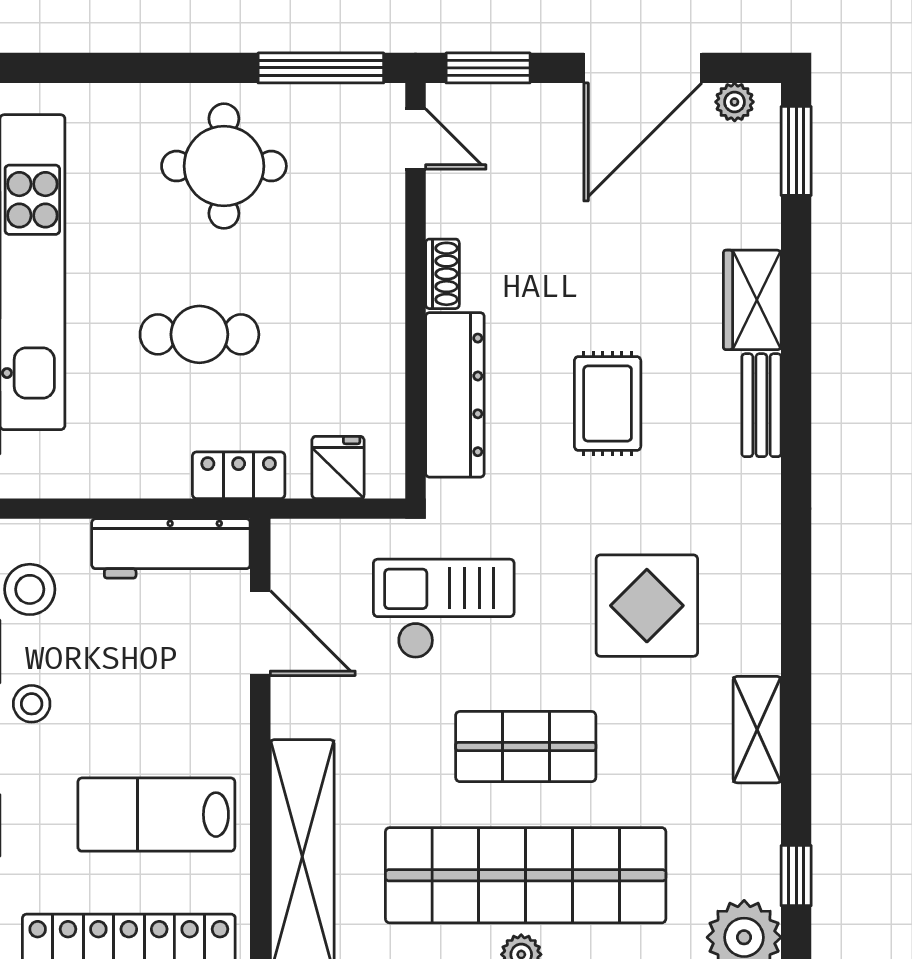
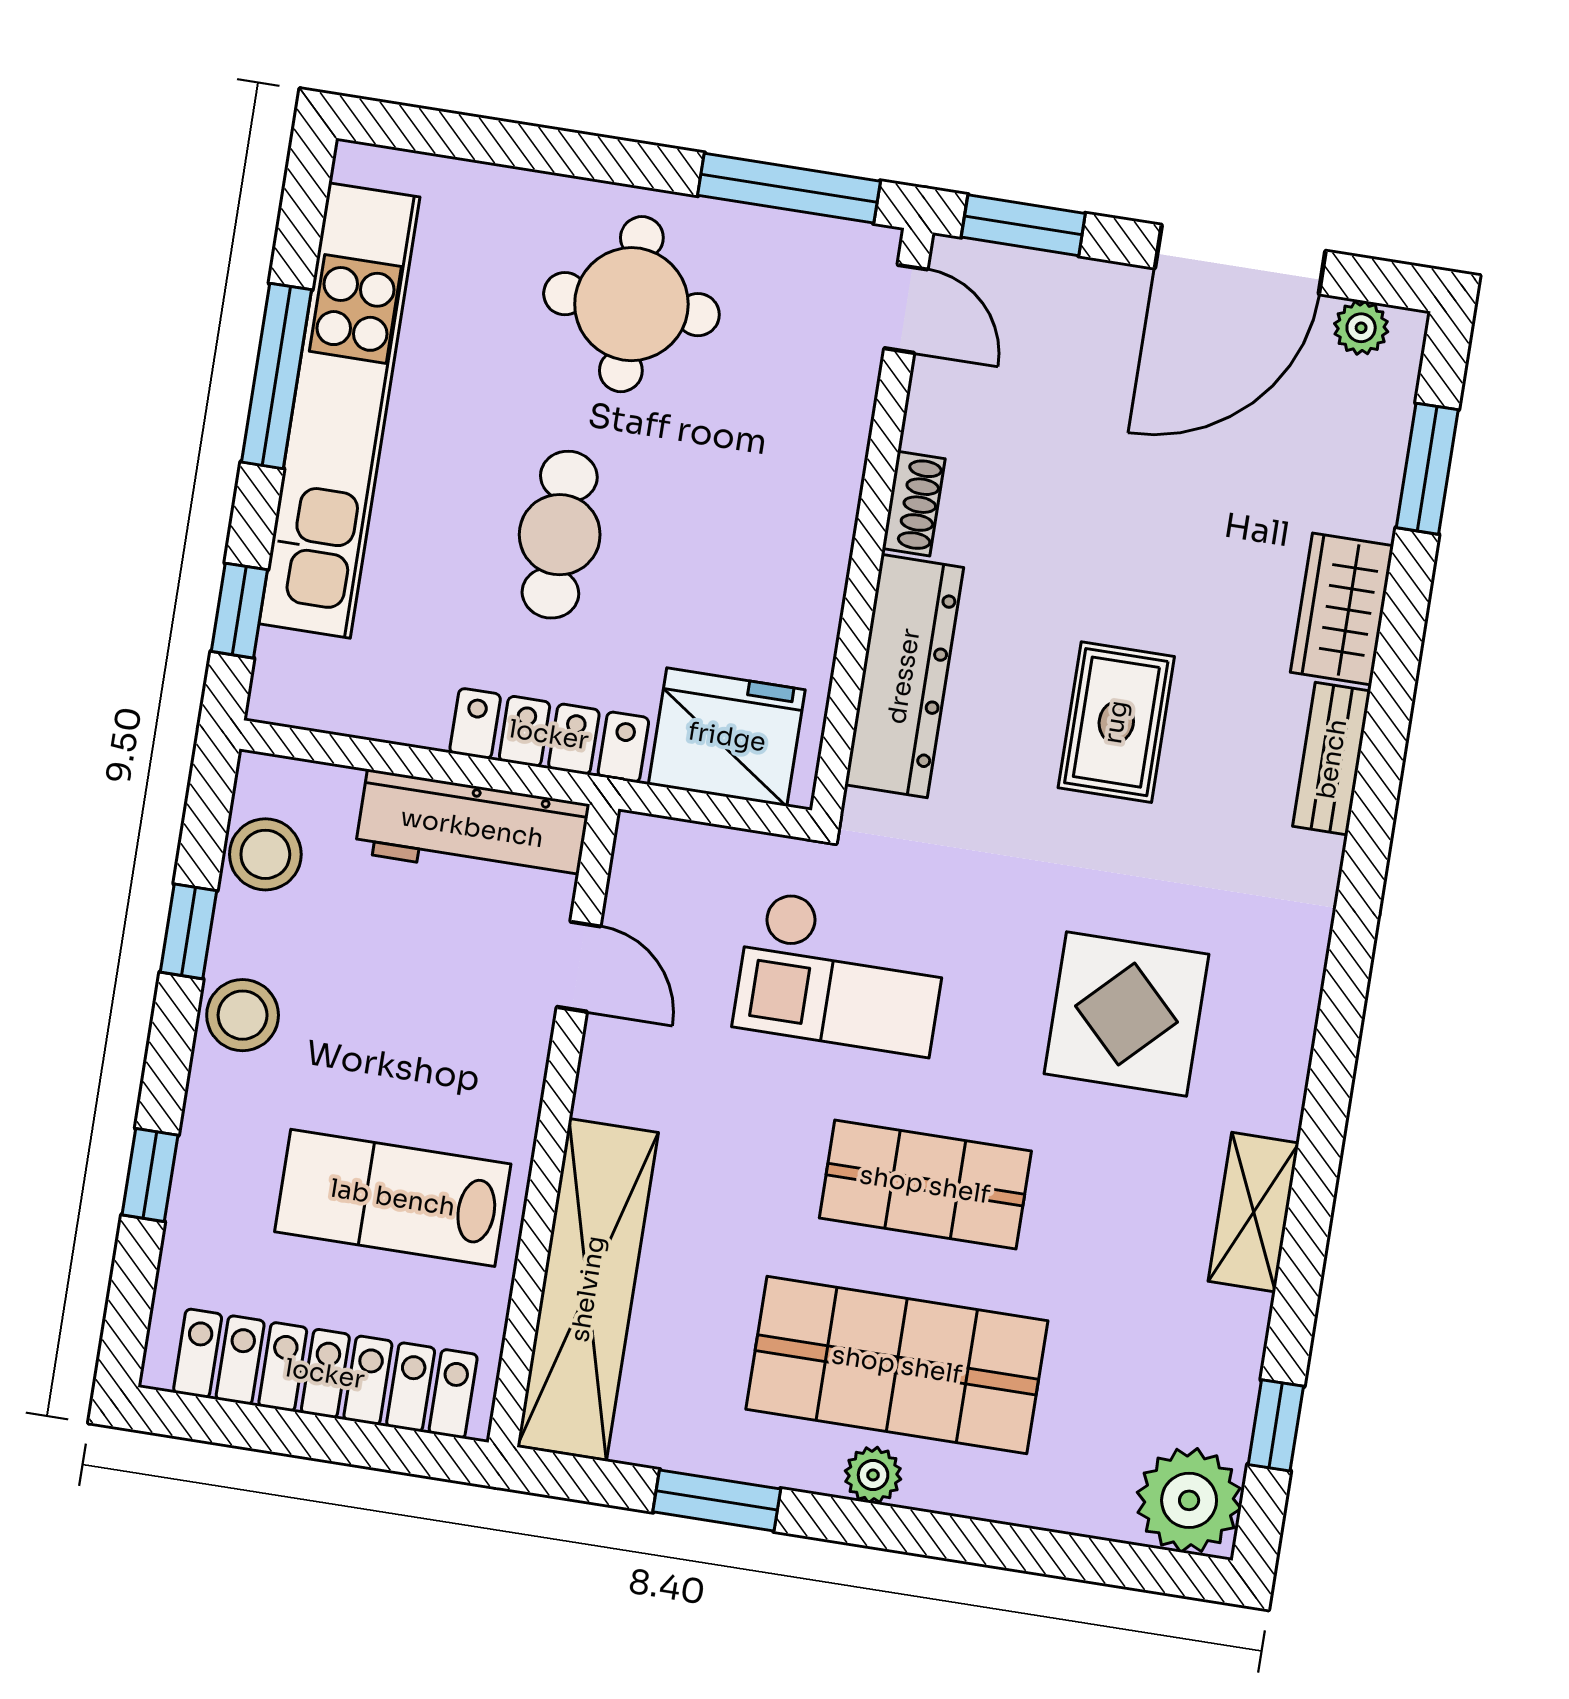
window: (796, 151) -> (1427, 469), moved
cafe table: (199, 334) -> (560, 535), turned 90
fridge: (338, 467) -> (727, 737), width x1.88, depth x1.34
locker: (239, 475) -> (549, 735), width x1.53
checkout: (444, 609) -> (841, 973), turned 180
door: (260, 633) -> (579, 967), width x0.73
stool: (32, 704) -> (243, 1015), width x1.37, depth x1.37
shop shelf: (526, 875) -> (897, 1365), width x0.71

